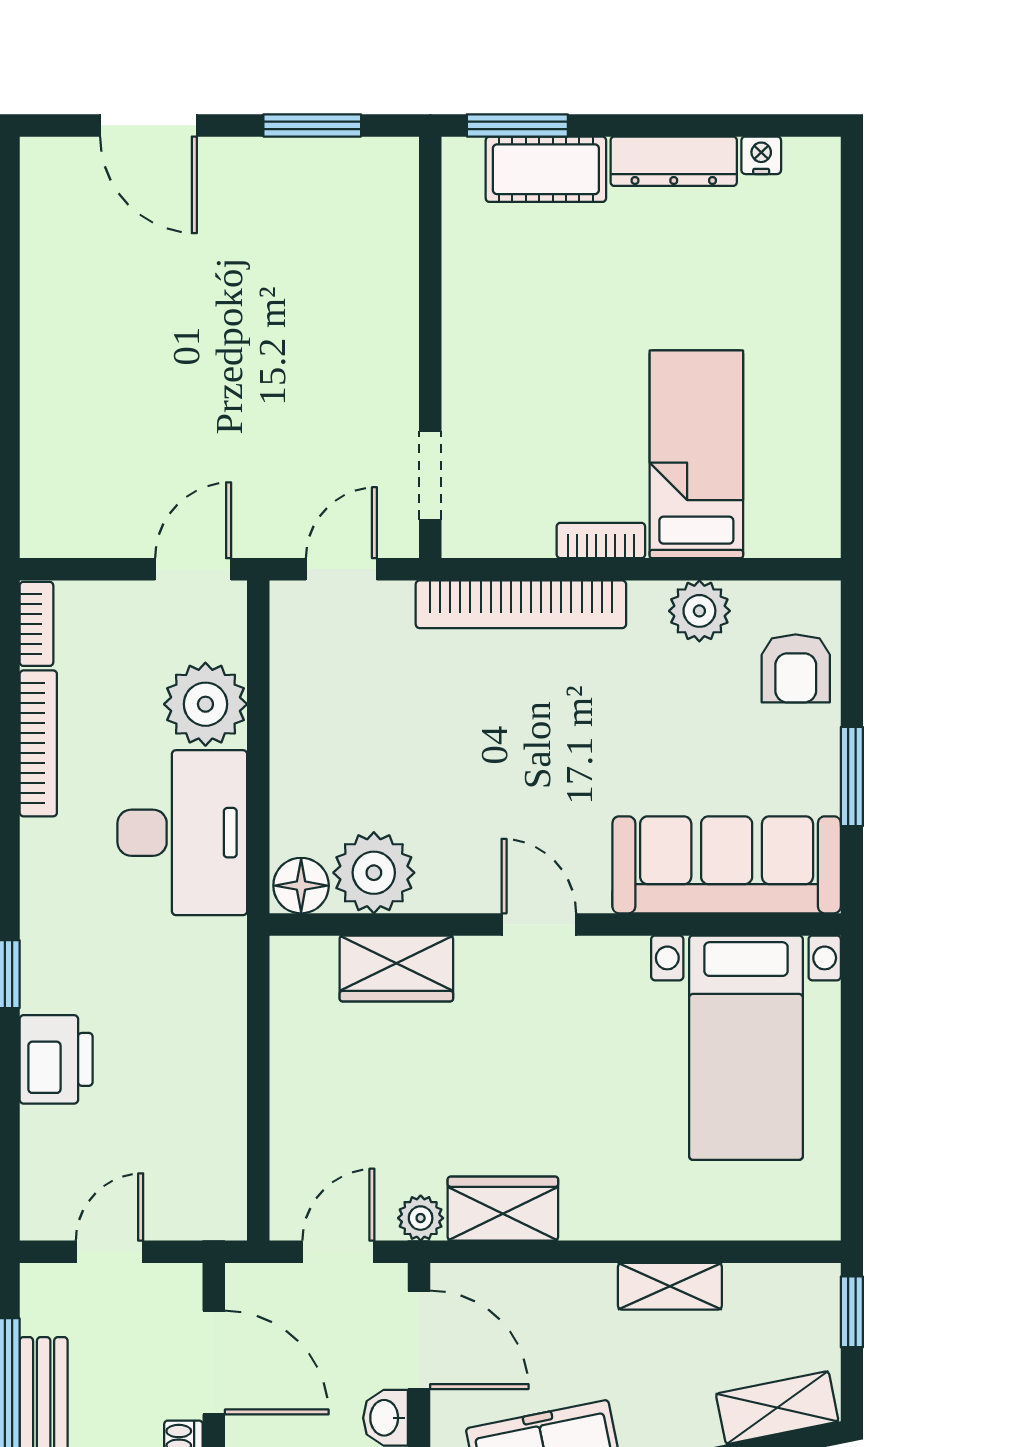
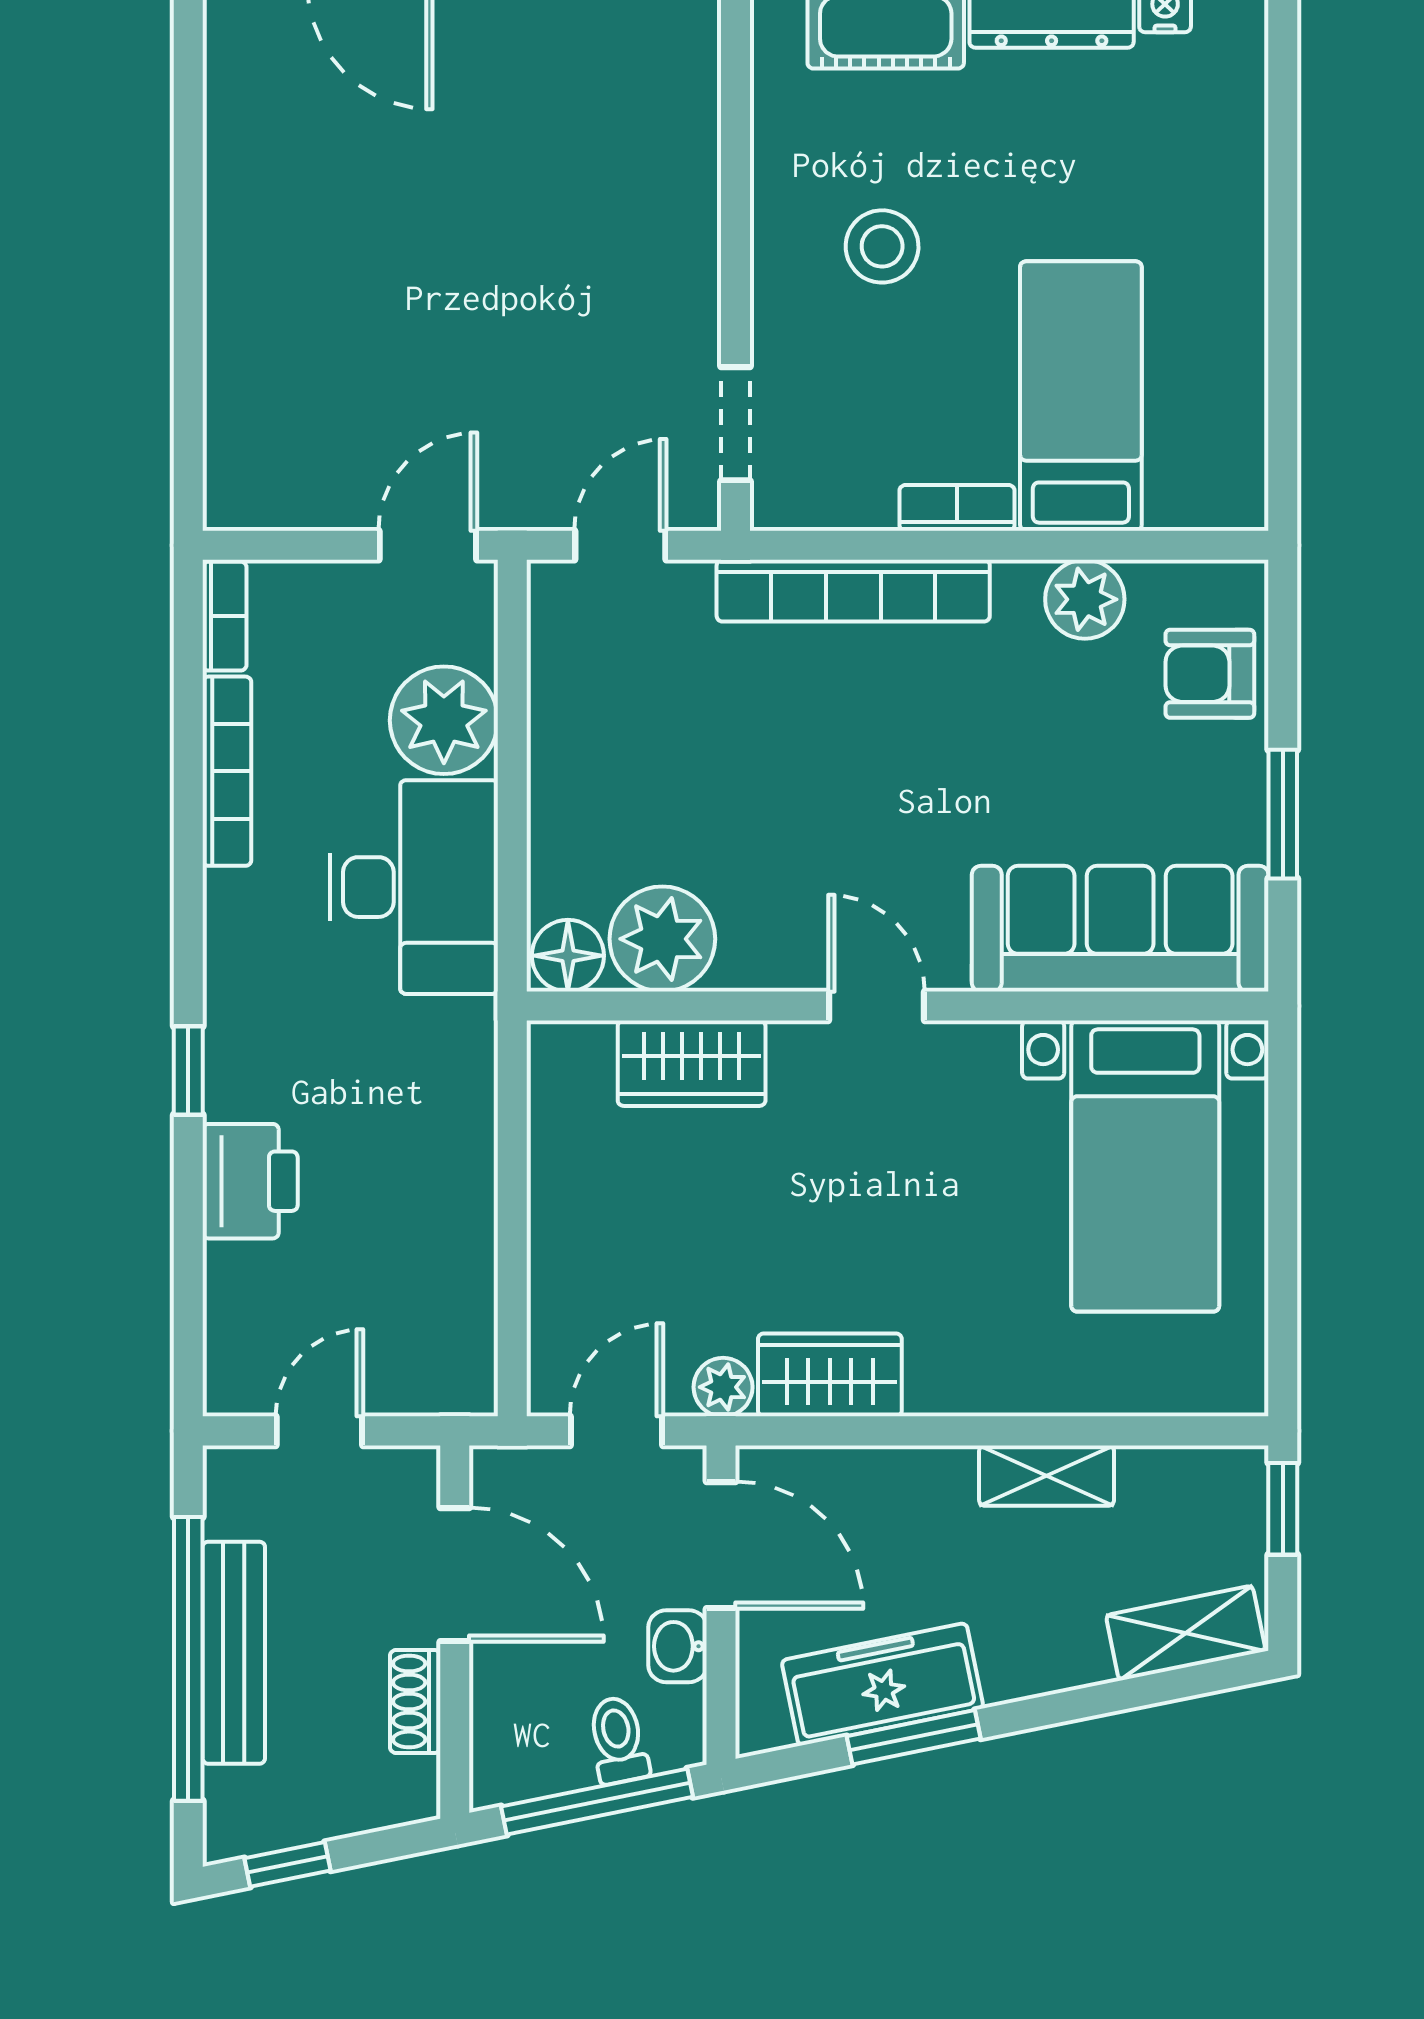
stool: (543, 339) -> (882, 246), added
armchair: (796, 668) -> (1210, 674), turned 90

